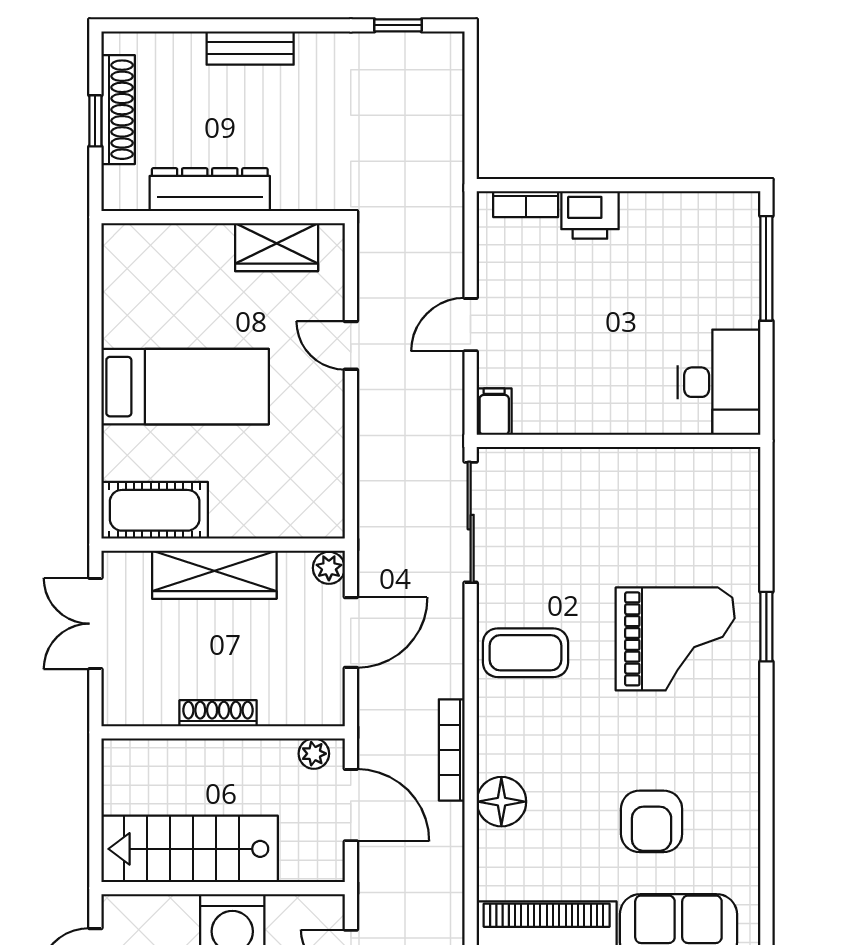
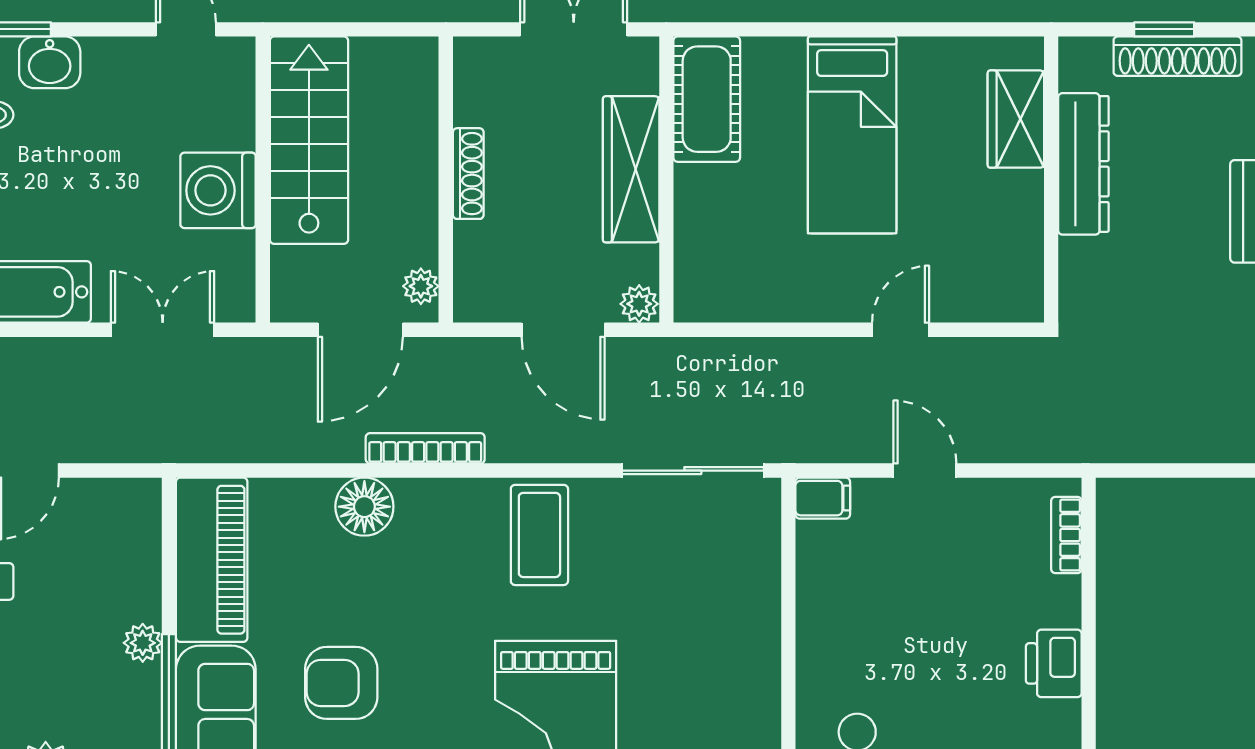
printer: (590, 215) -> (1054, 663), moved
wardrobe: (277, 247) -> (1016, 119), moved

